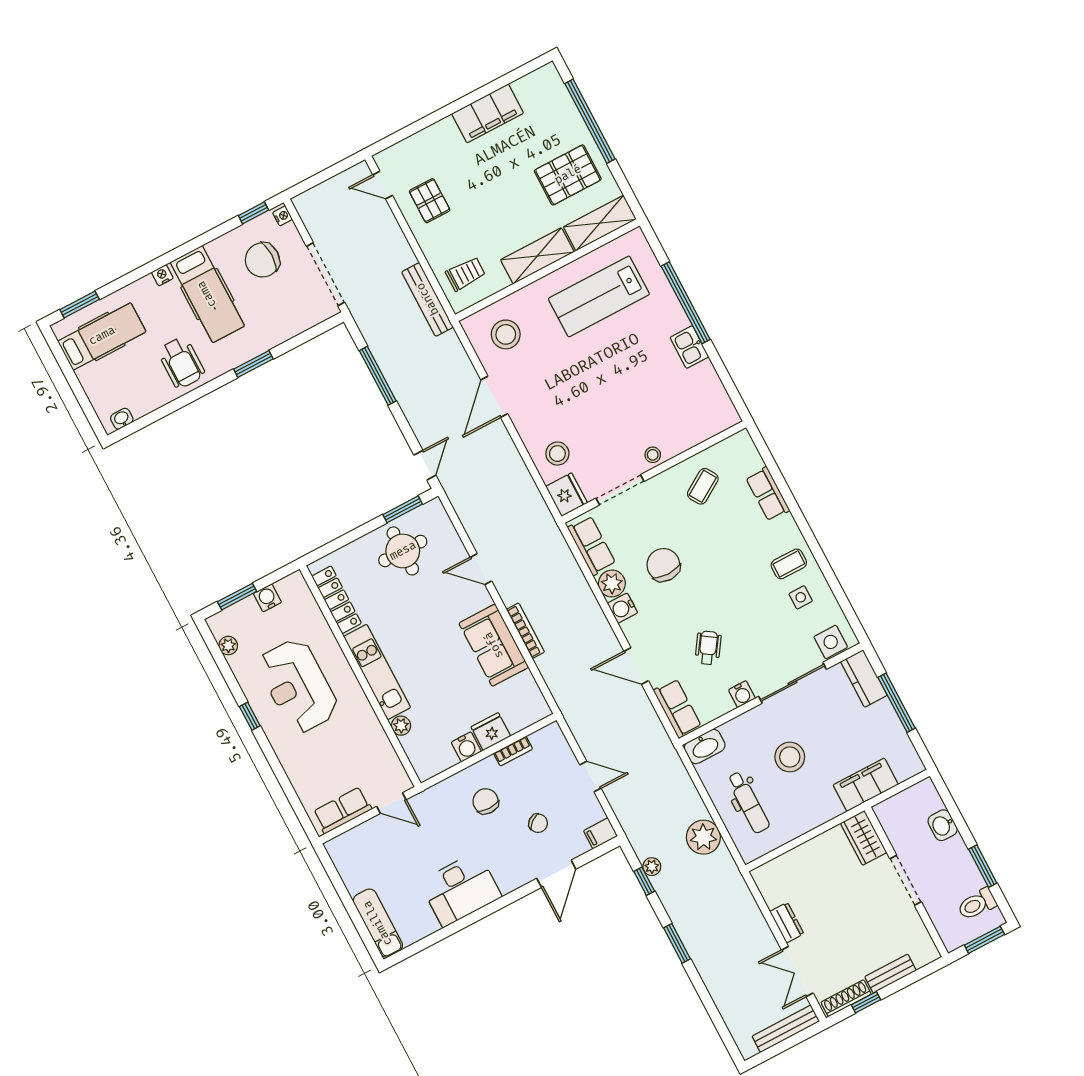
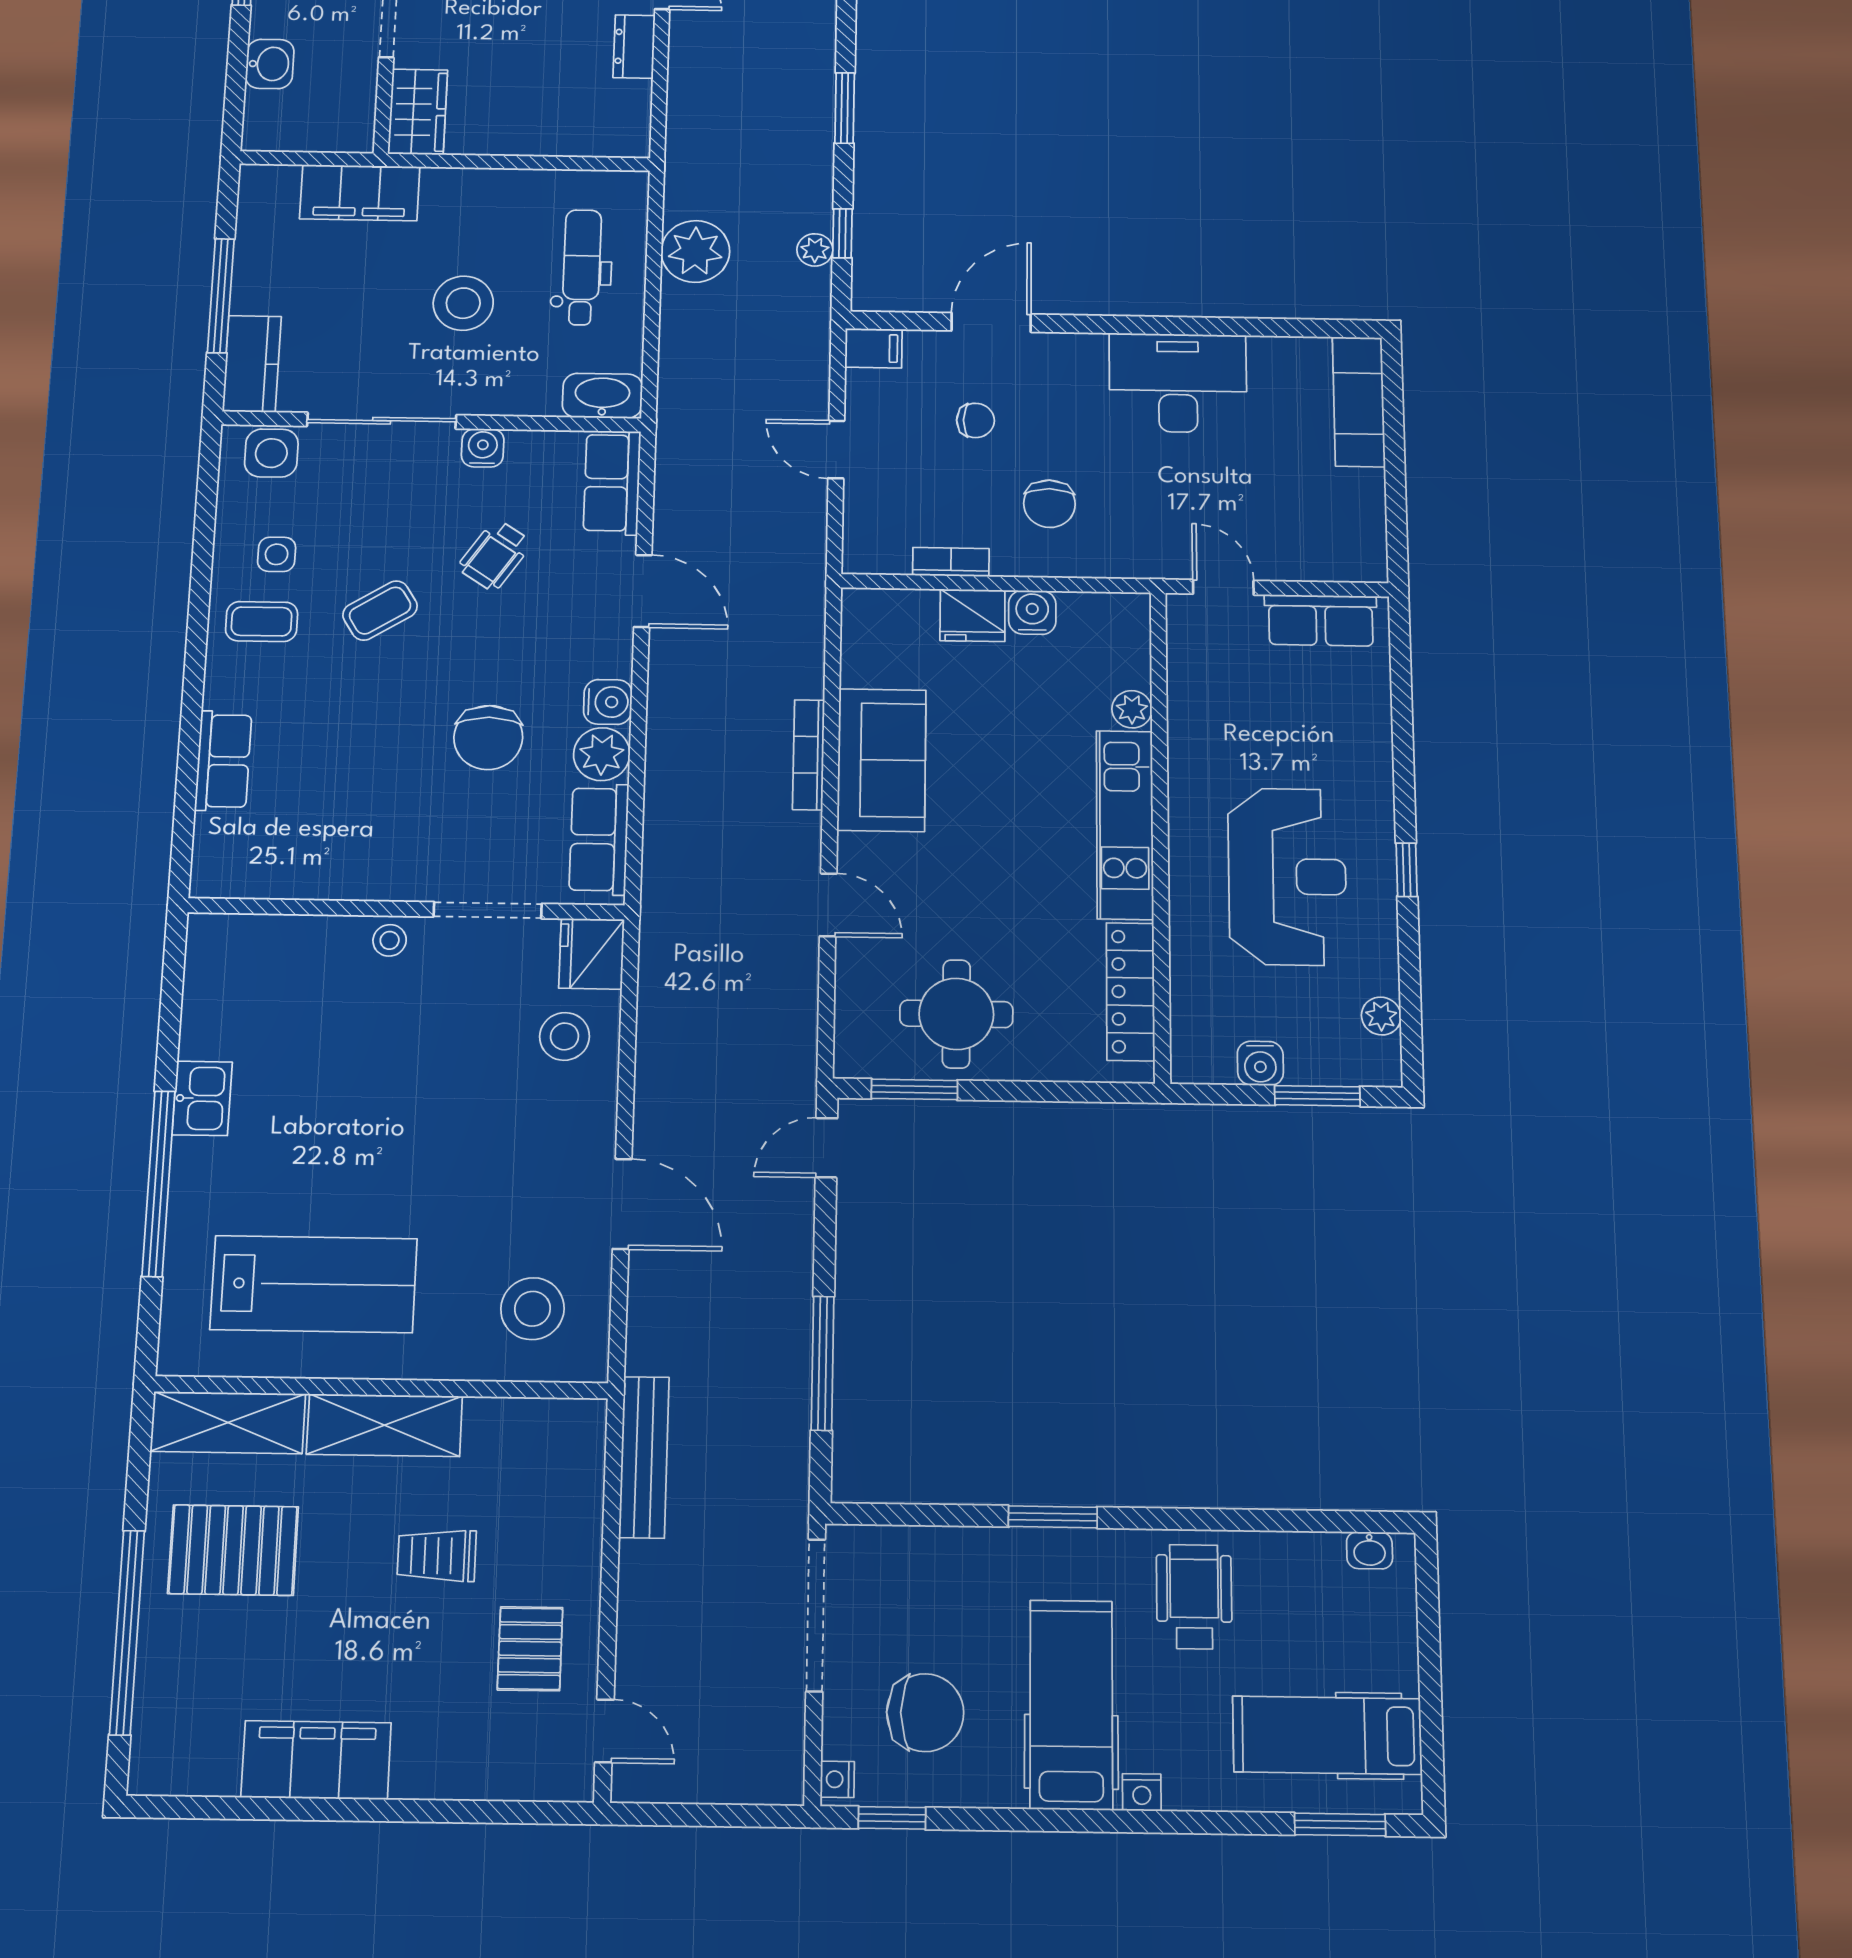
trolley: (465, 274) -> (437, 1556), moved
door: (494, 397) -> (622, 1204), hinge flipped
coffee table: (703, 486) -> (380, 611), moved
chair: (538, 823) -> (975, 420), turned 128

